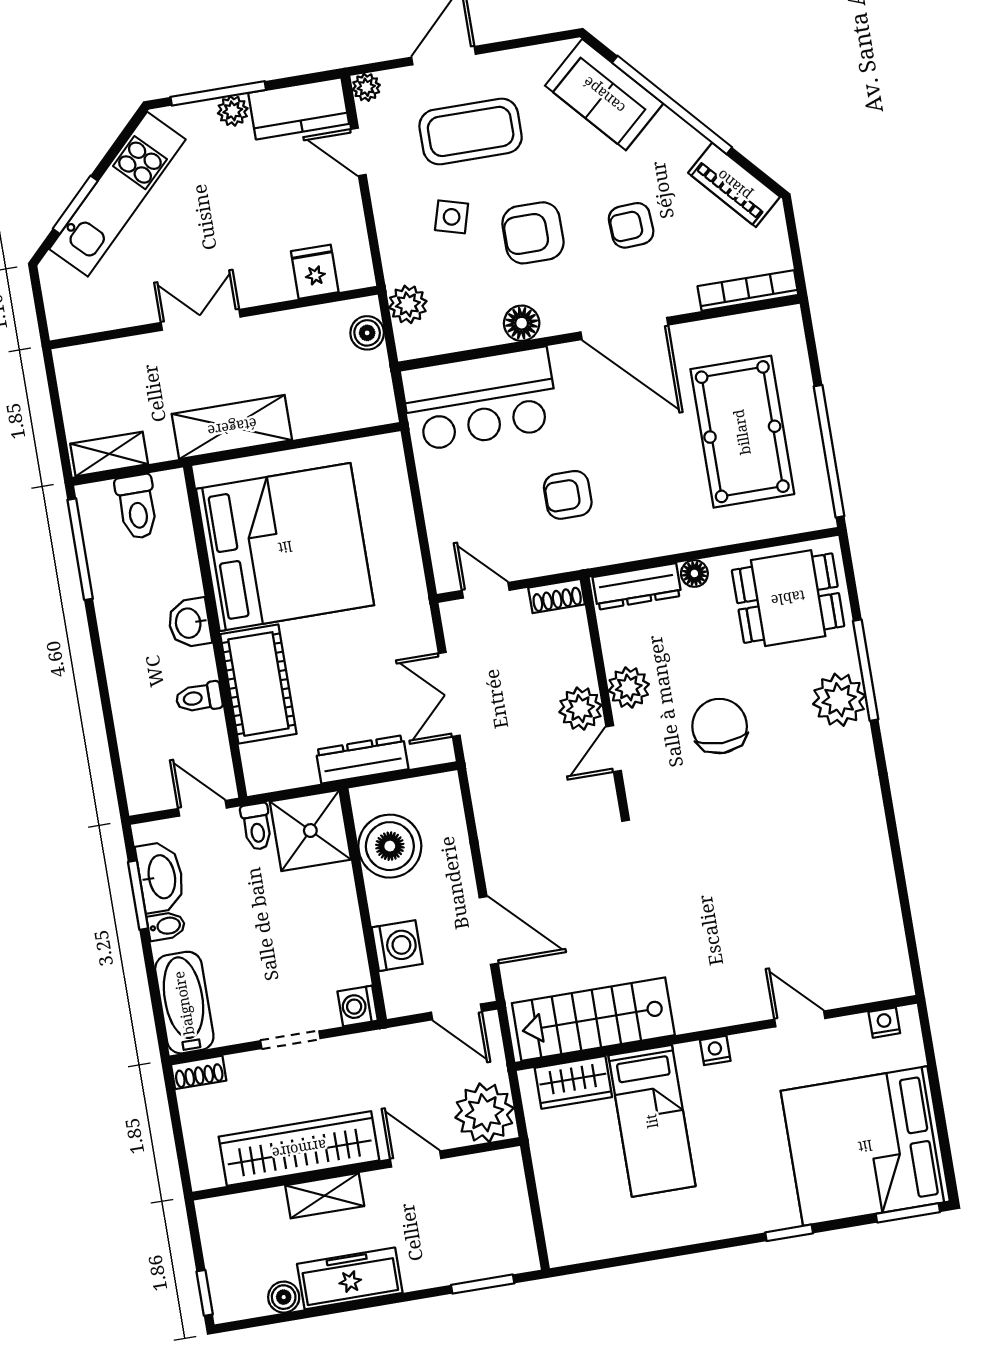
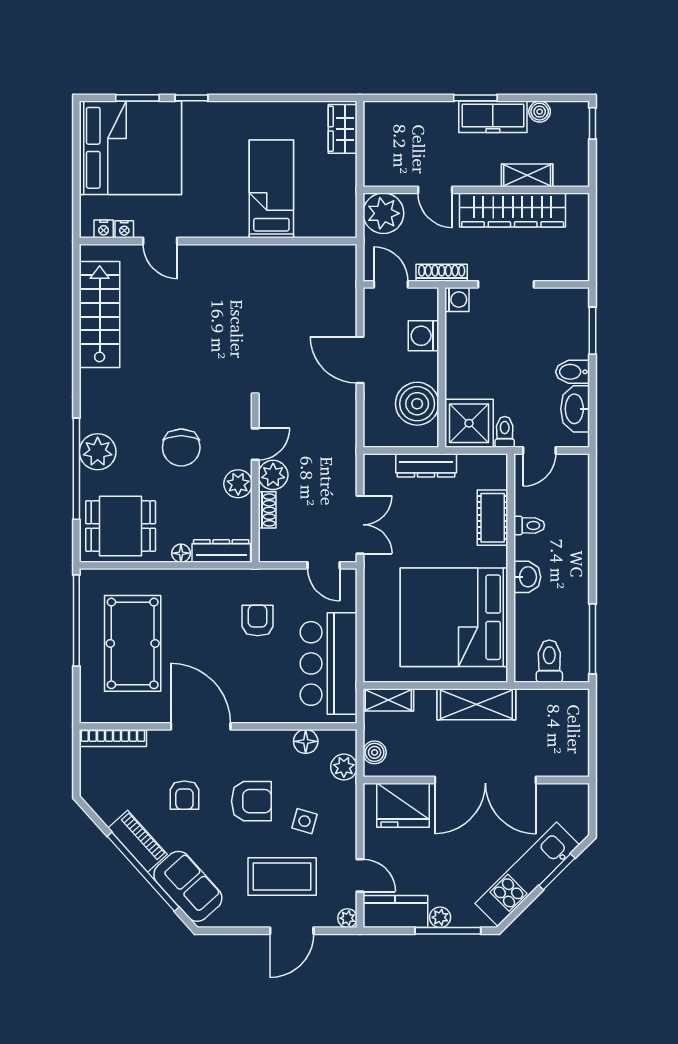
piano: (734, 185) -> (138, 841), moved
armchair: (631, 225) -> (184, 795), turned 93
fridge: (315, 272) -> (403, 805), width x1.88, depth x1.34
double door: (201, 320) -> (485, 780), width x1.87
floor lamp: (522, 323) -> (306, 741), moved
bar counter: (480, 399) -> (329, 663), moved, turned -90
shelving: (109, 454) -> (388, 700), moved
armchair: (568, 495) -> (258, 620), turned -90
shoe rack: (557, 596) -> (267, 510), moved, turned 90
window: (866, 670) -> (76, 469), width x1.46
cot: (258, 684) -> (493, 518), width x0.73, depth x0.75
double door: (449, 694) -> (360, 525), moved
door: (202, 808) -> (539, 450), hinge flipped
window: (138, 895) -> (592, 331), moved
bidet: (166, 926) -> (573, 372), width x1.38, depth x1.36
door: (489, 931) -> (360, 360), moved
bathtub: (184, 1003) -> (573, 321), removed
stairs: (593, 1019) -> (100, 314), moved, turned -90
doorway: (290, 1040) -> (506, 284), width x1.38
nightstand: (715, 1050) -> (124, 229), moved
shoe rack: (199, 1072) -> (442, 273), moved, width x1.43
wardrobe: (573, 1082) -> (343, 129), moved, turned -90
shelving: (325, 1196) -> (527, 175), moved
window: (908, 1213) -> (137, 98), moved
window: (483, 1284) -> (475, 98), moved

